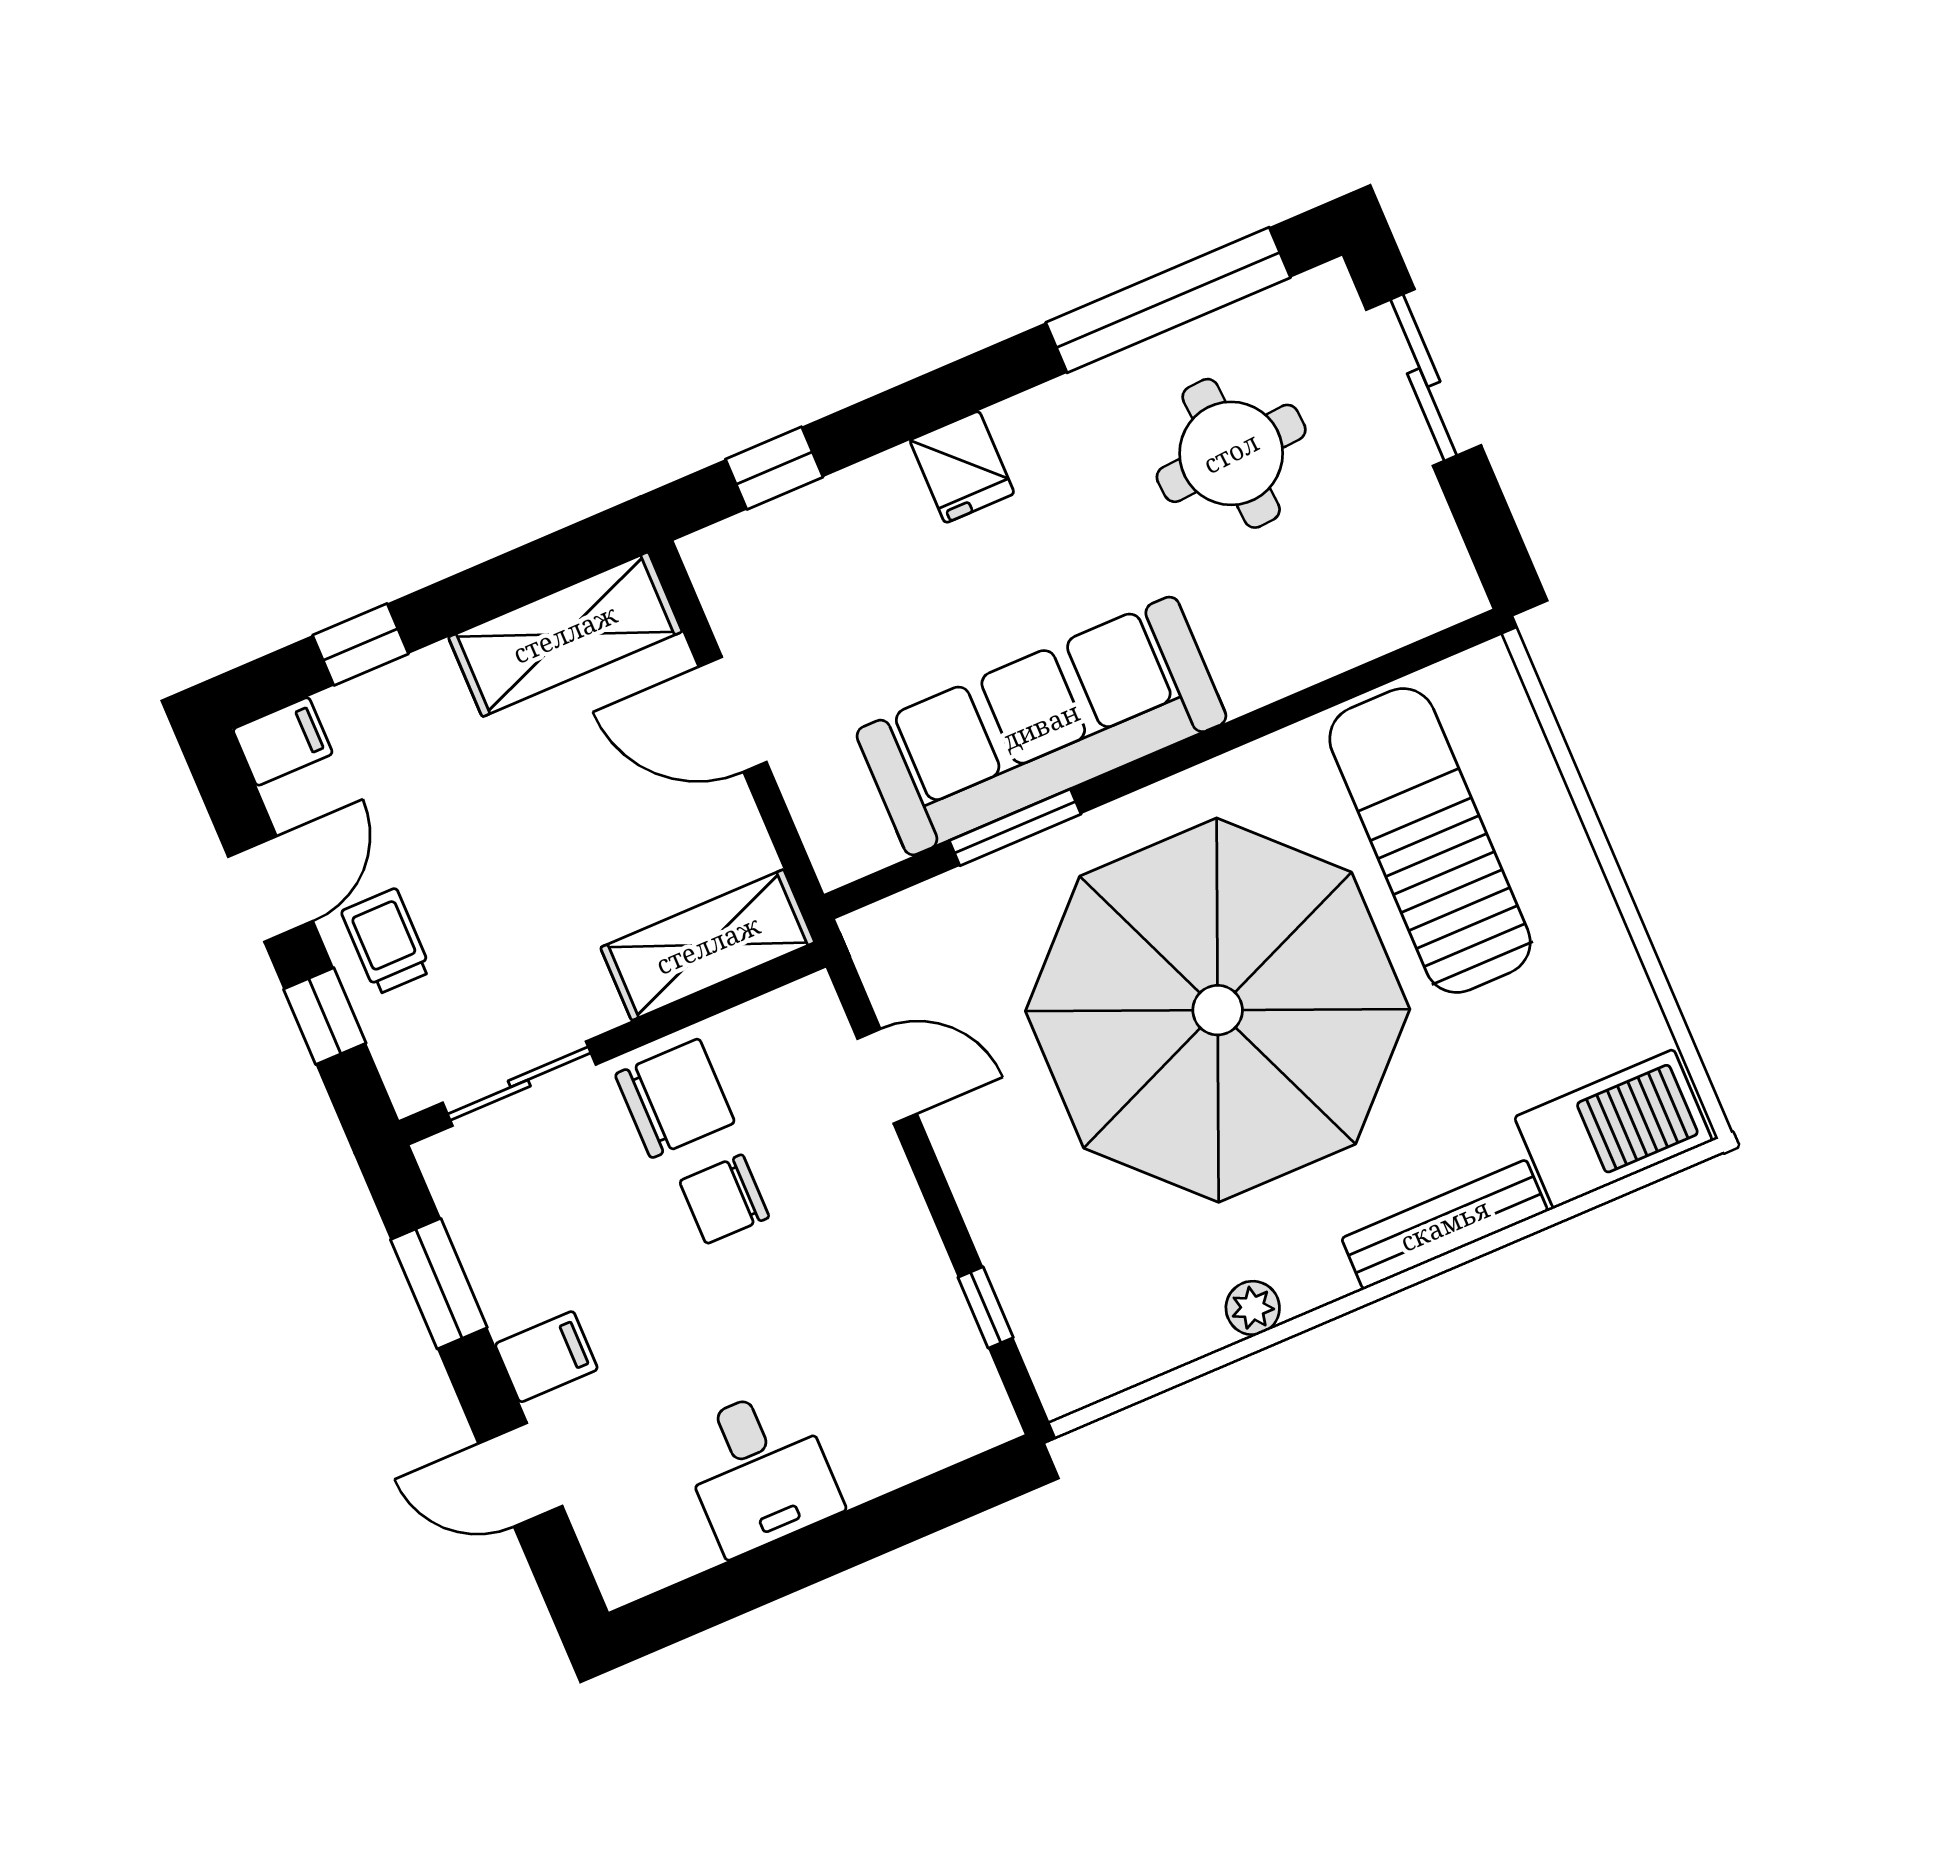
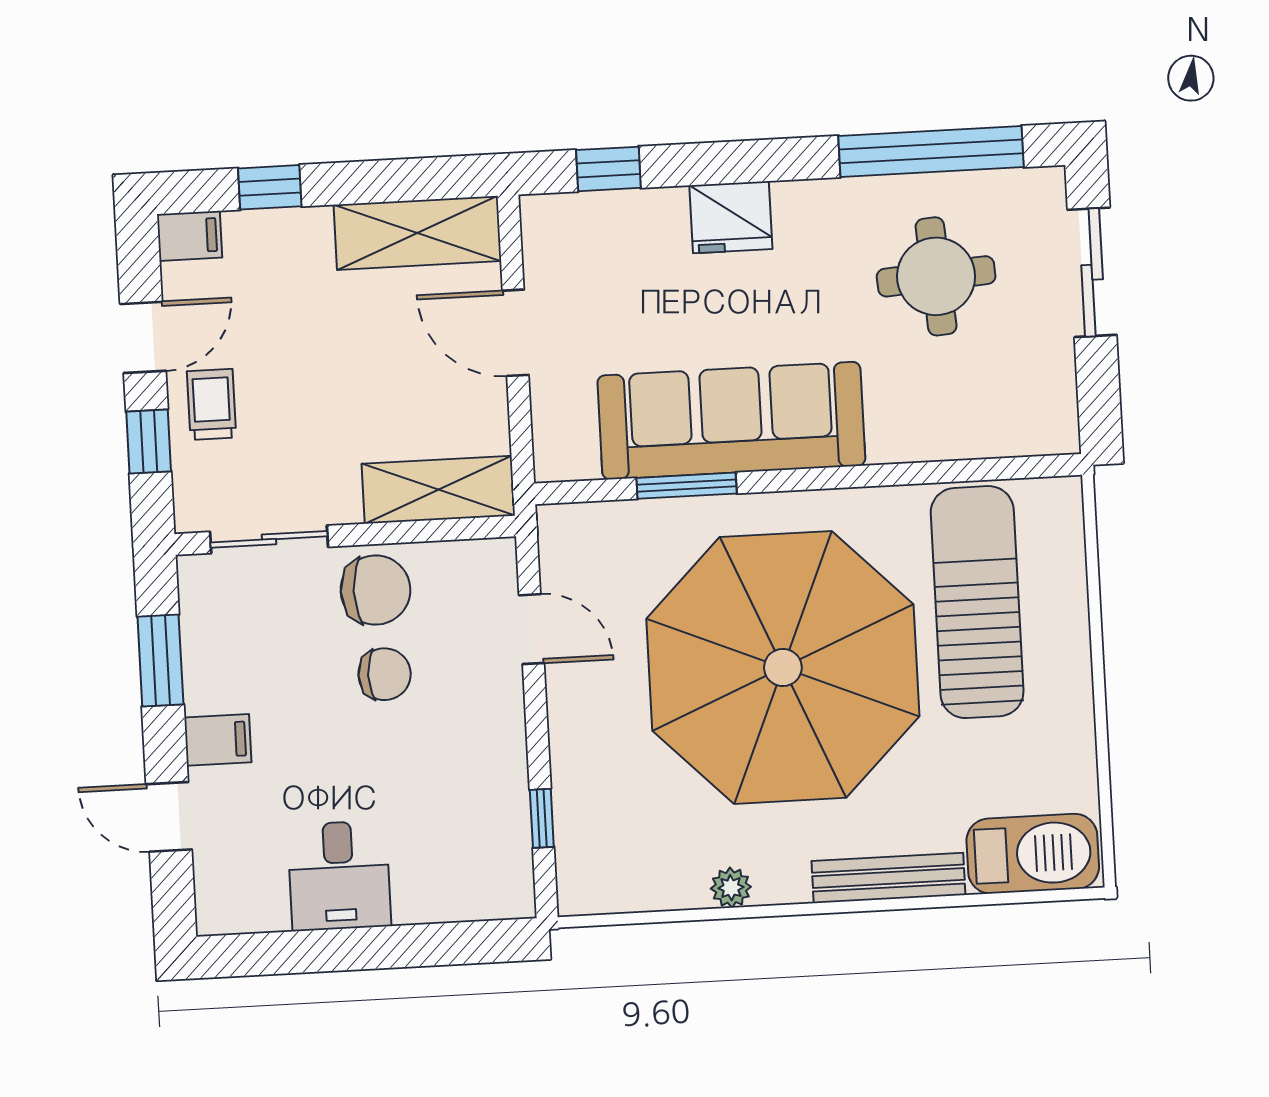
fridge: (962, 467) -> (731, 217), width x1.38
chair: (724, 1199) -> (385, 674), turned 180

